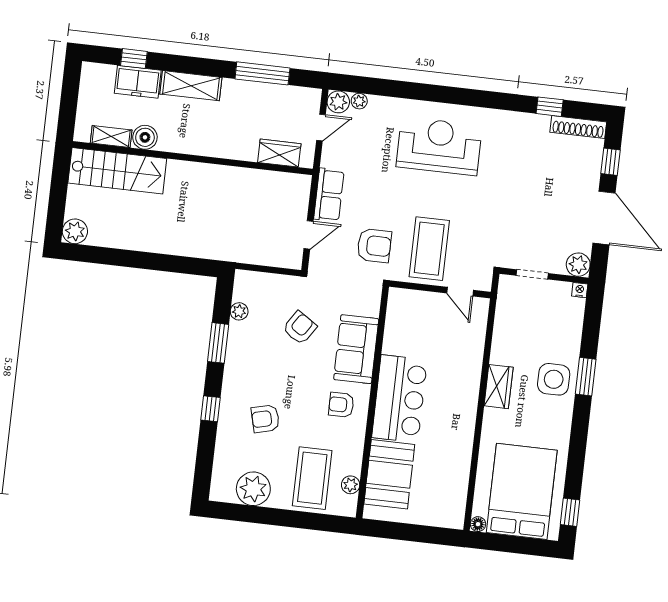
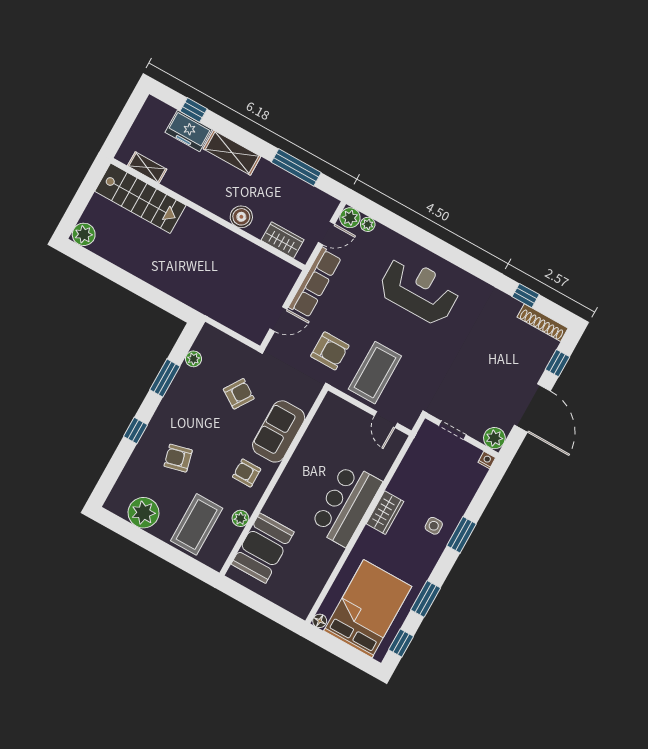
boiler: (145, 137) -> (241, 217), moved
row of seats: (329, 195) -> (315, 283), width x1.48
side table: (554, 379) -> (434, 526), width x0.54, depth x0.54
bar counter: (399, 399) -> (346, 505), moved, turned 180
window: (576, 457) -> (426, 599), added
plant: (351, 485) -> (240, 518), moved

